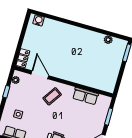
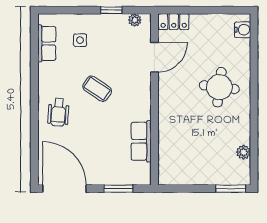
round table: (67, 43) -> (219, 87), added
coffee table: (52, 96) -> (97, 89), moved

